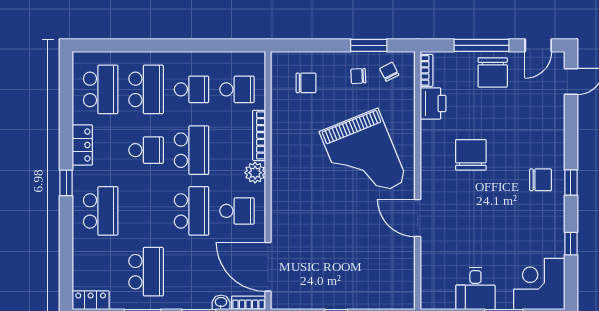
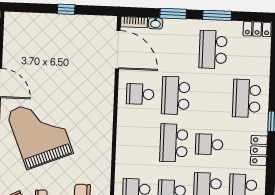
bookcase: (259, 135) -> (121, 152), removed
plant: (255, 173) -> (125, 123), removed

